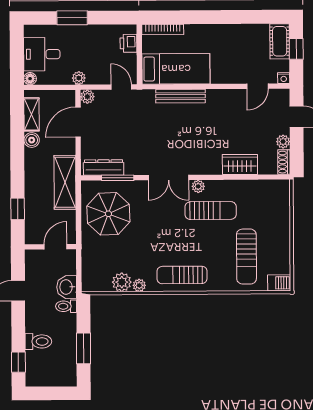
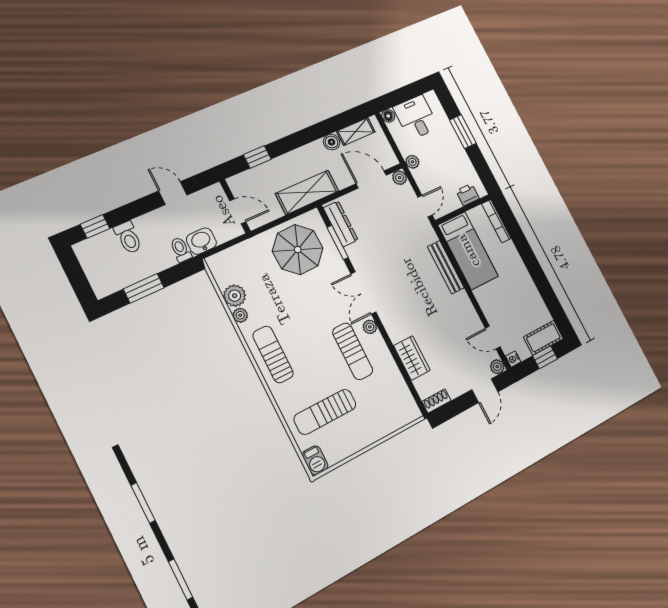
plant: (283, 142) -> (497, 367), moved

